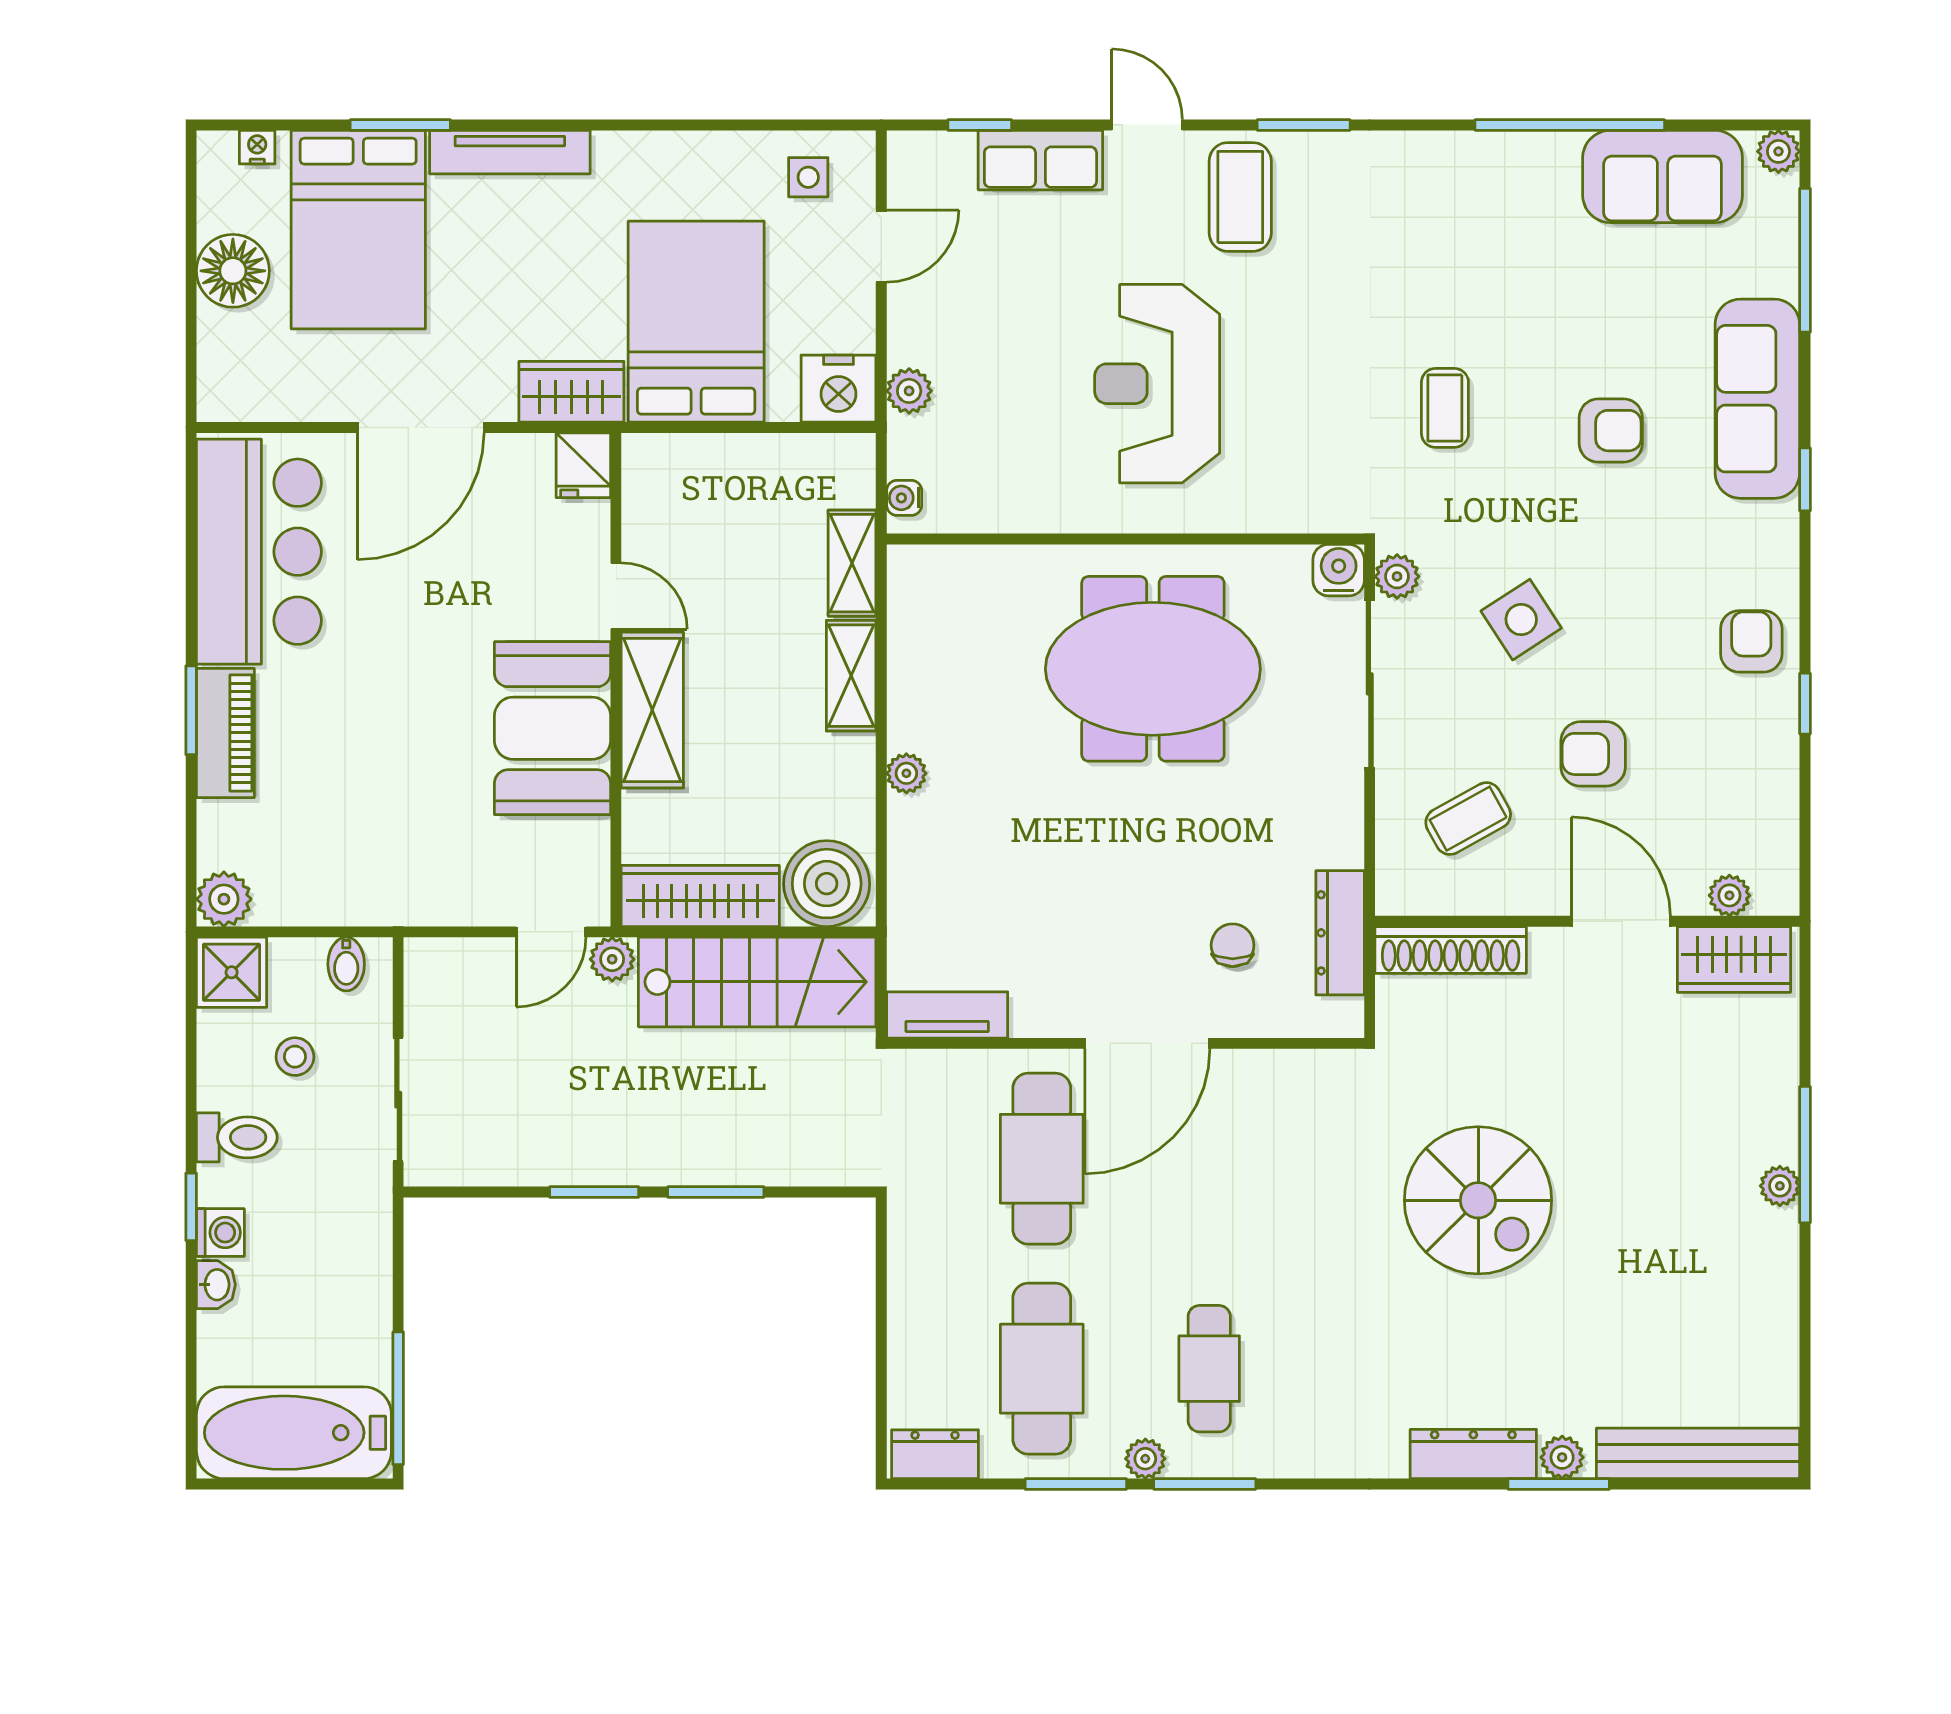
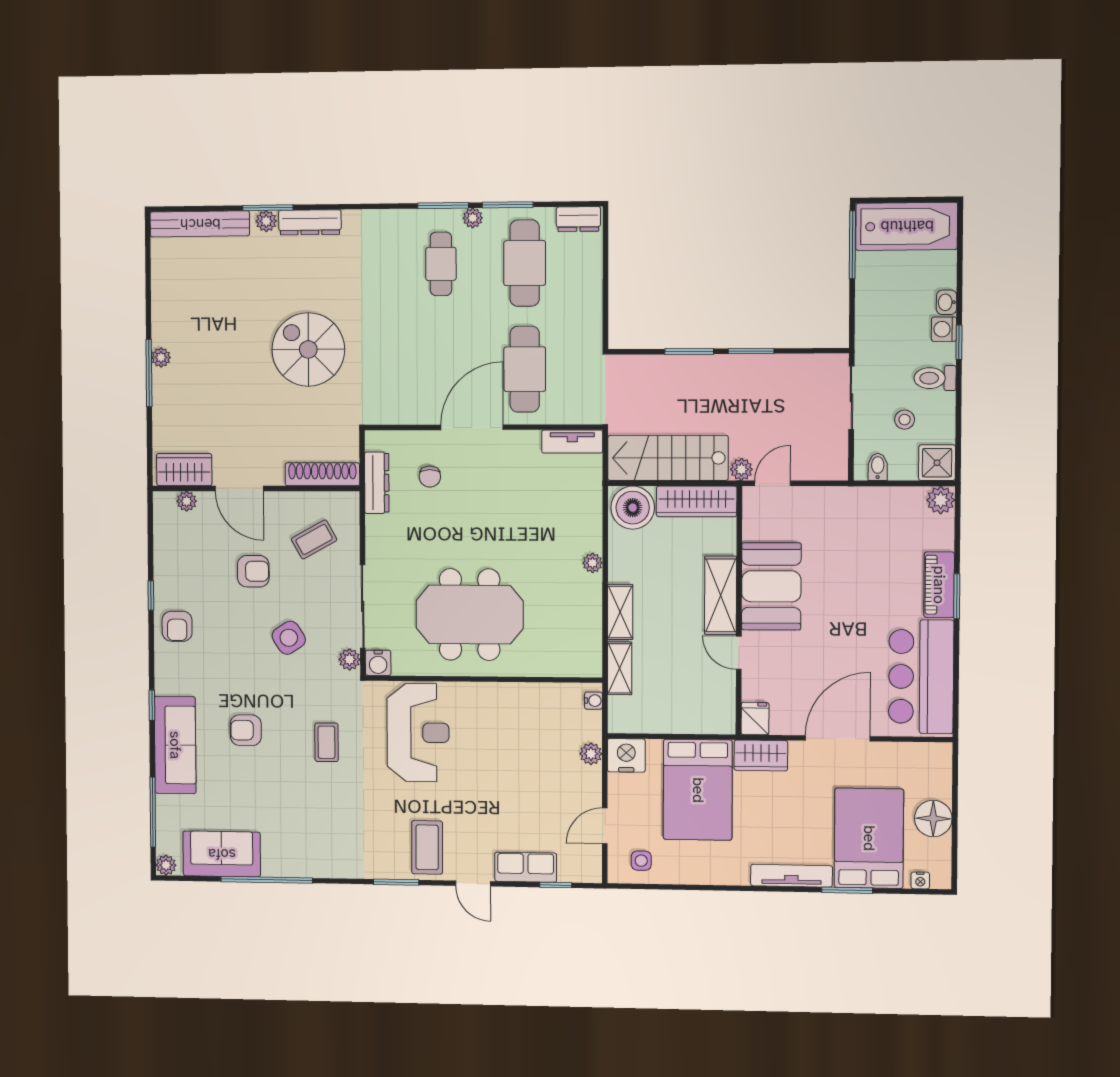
reception desk: (1157, 384) -> (418, 733), moved

